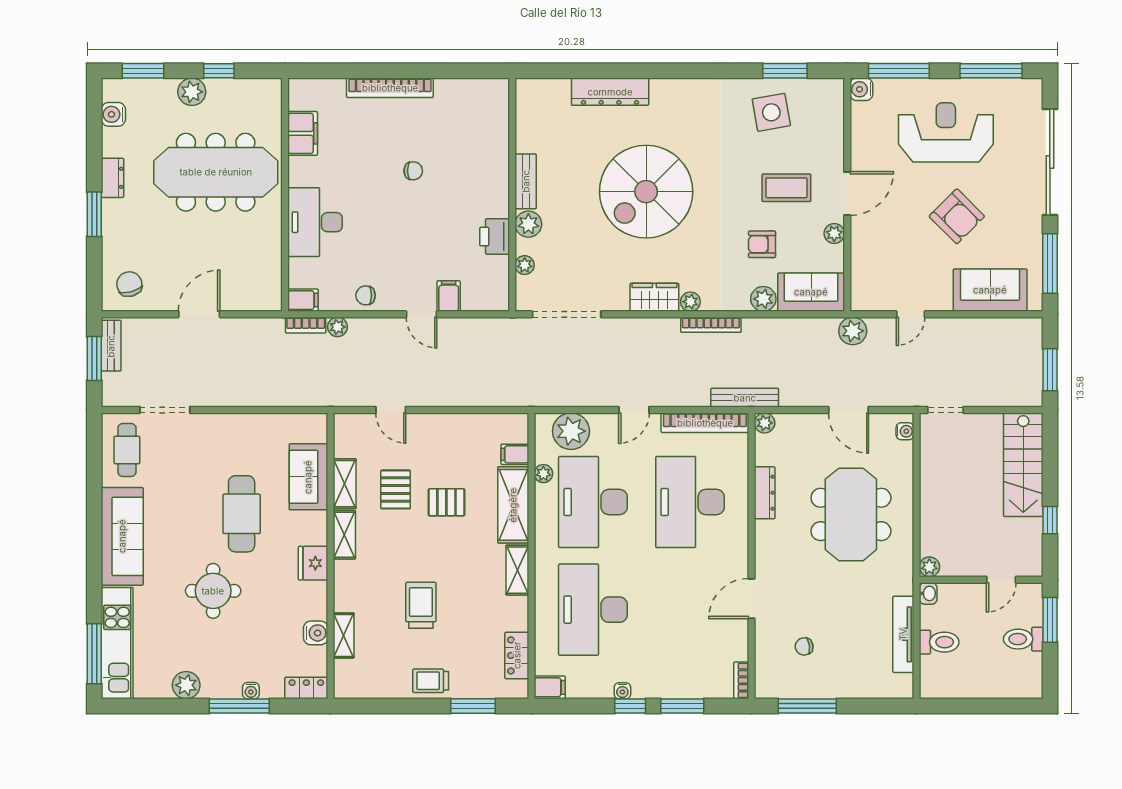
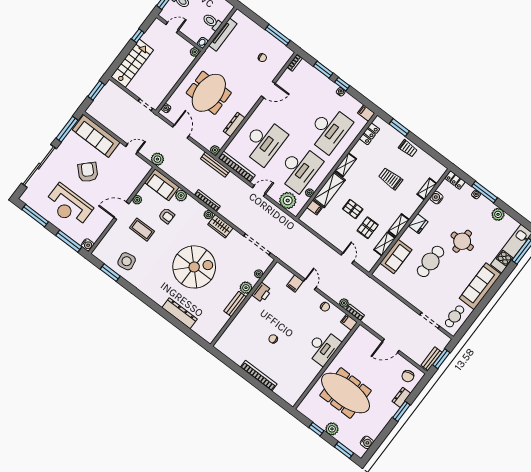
filing cabinet: (303, 133) -> (303, 383), removed
dresser: (112, 178) -> (401, 397), moved
sofa: (990, 290) -> (96, 136), width x1.36
trolley: (421, 605) -> (390, 179), turned 90

